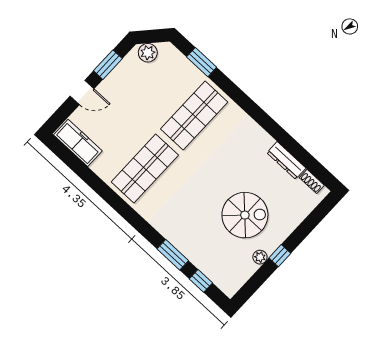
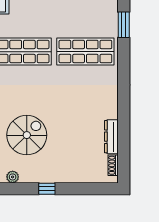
spiral stairs: (245, 215) -> (27, 135), moved, turned -90
plant: (260, 257) -> (13, 177), moved

